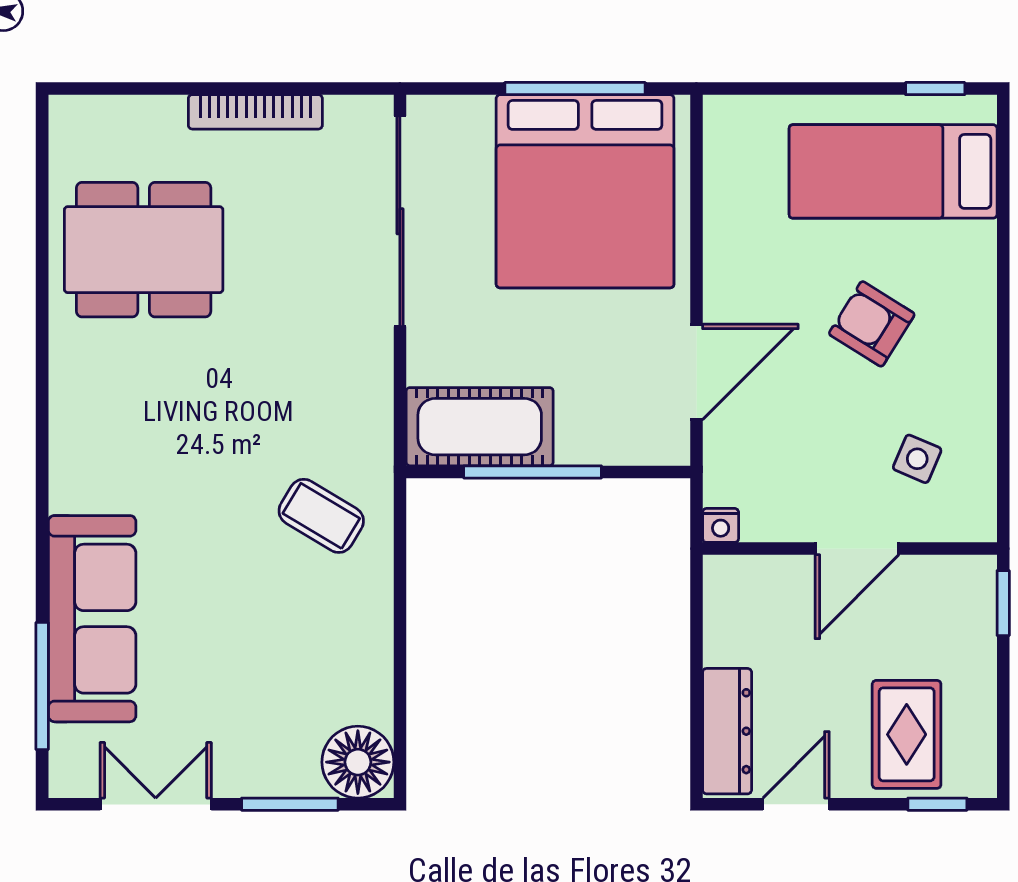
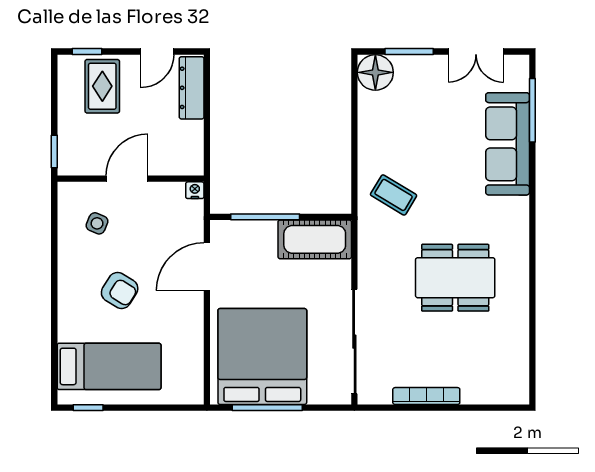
dining table: (144, 250) -> (455, 278), moved
window: (533, 472) -> (265, 217), moved

